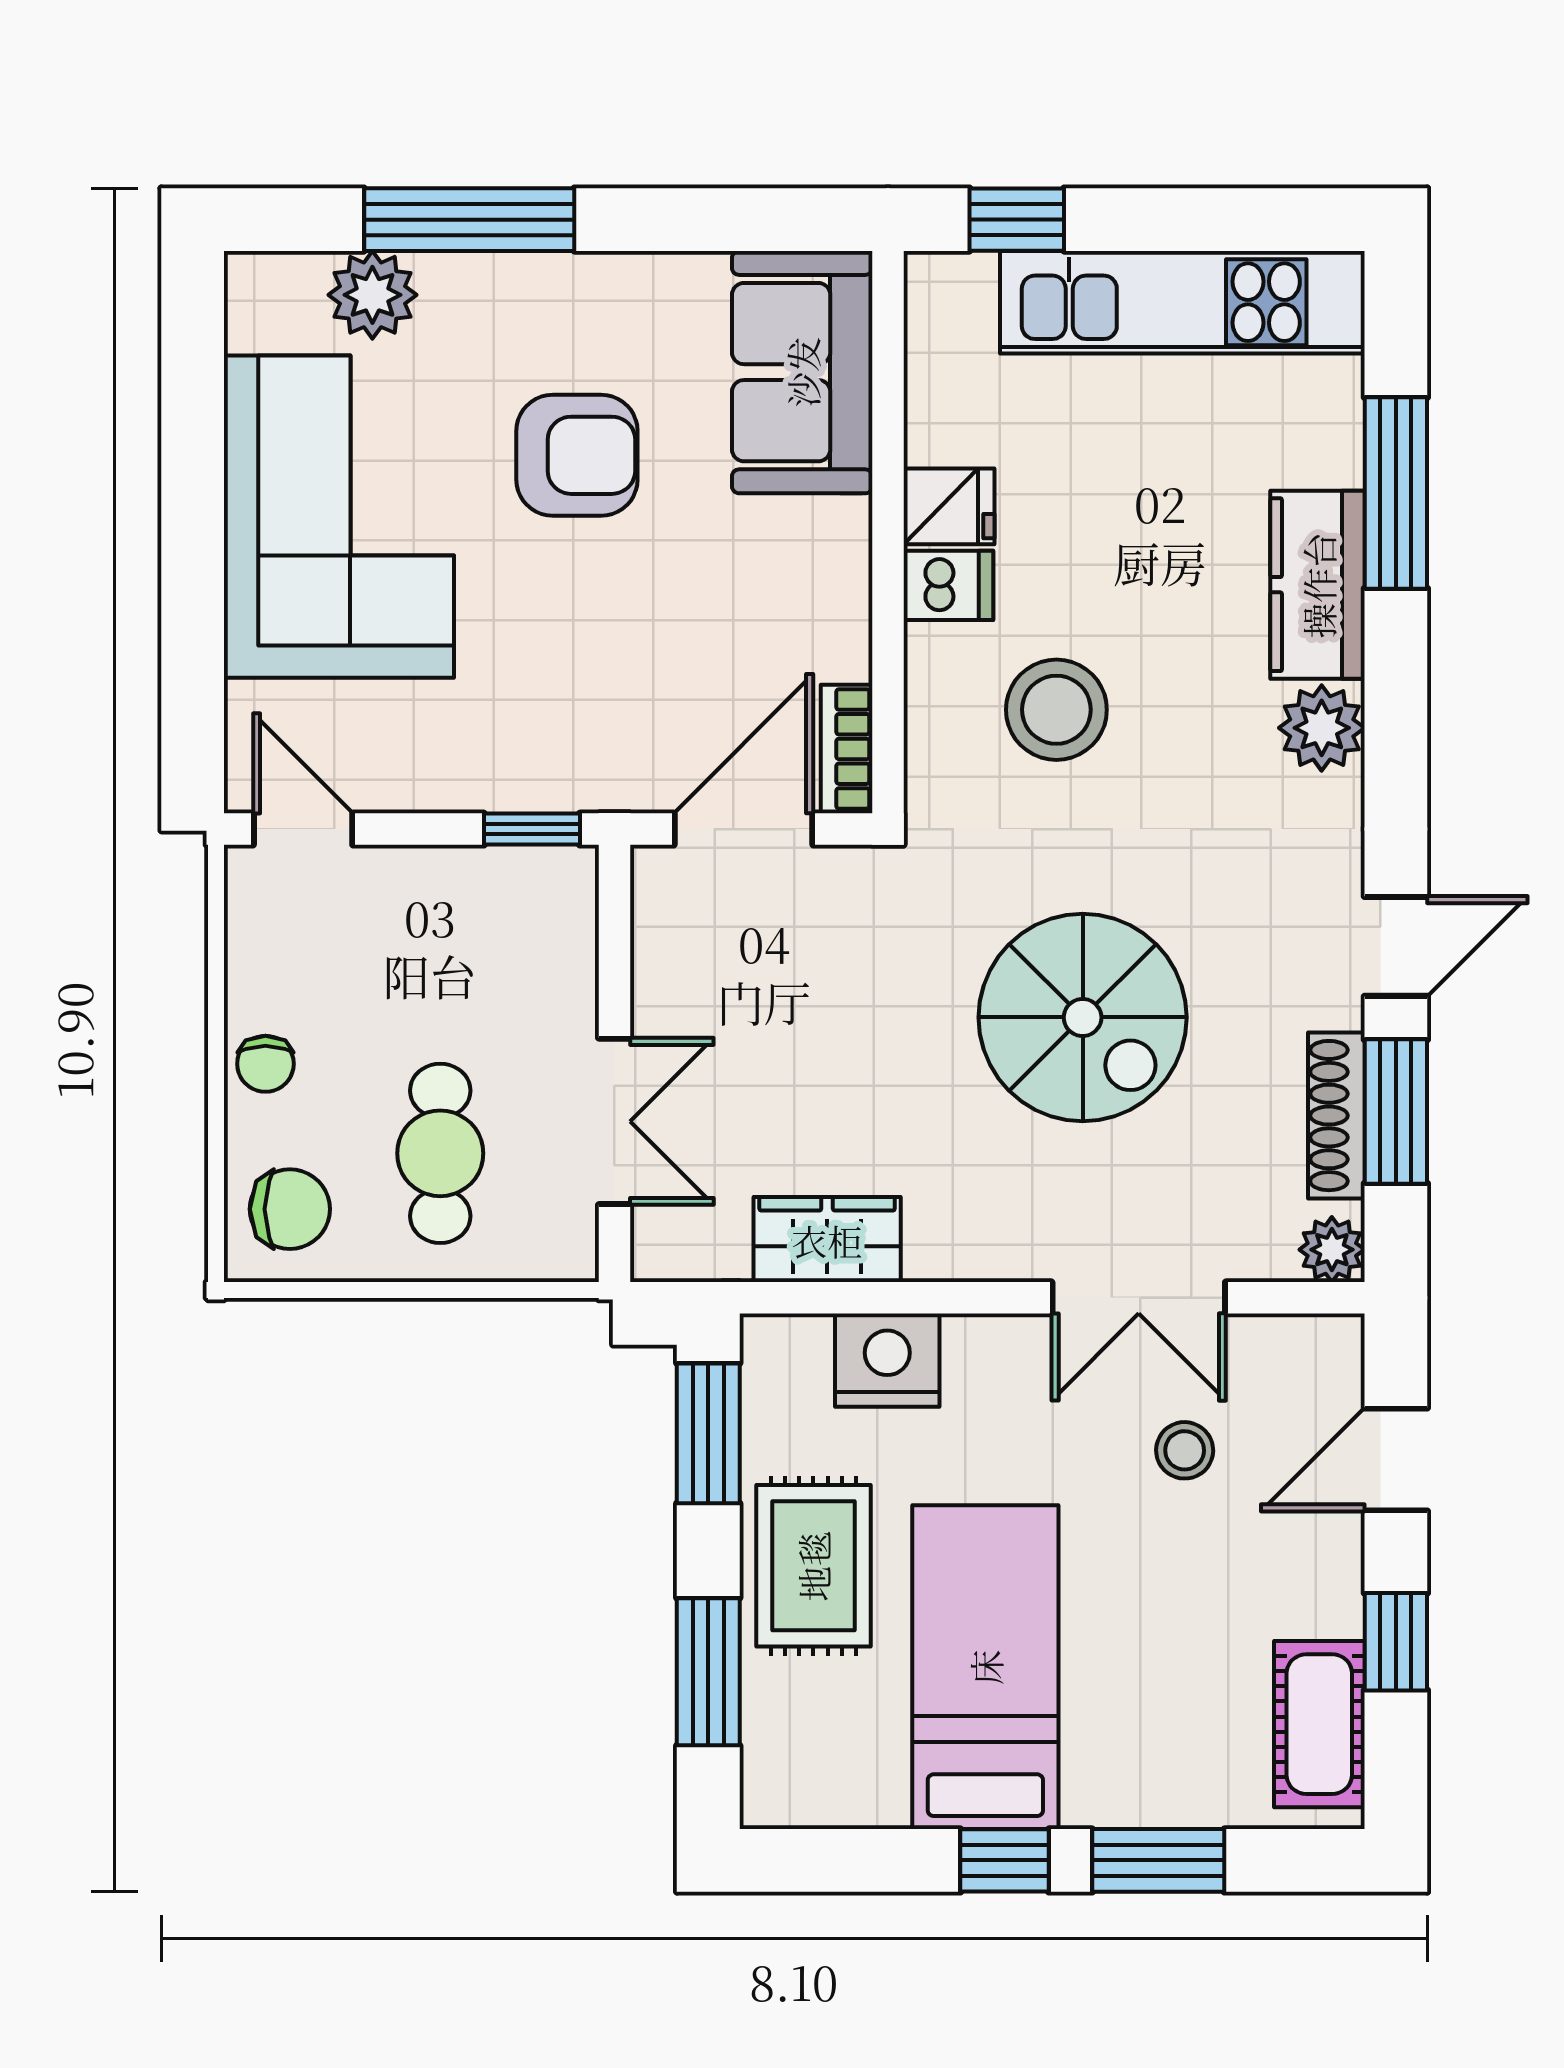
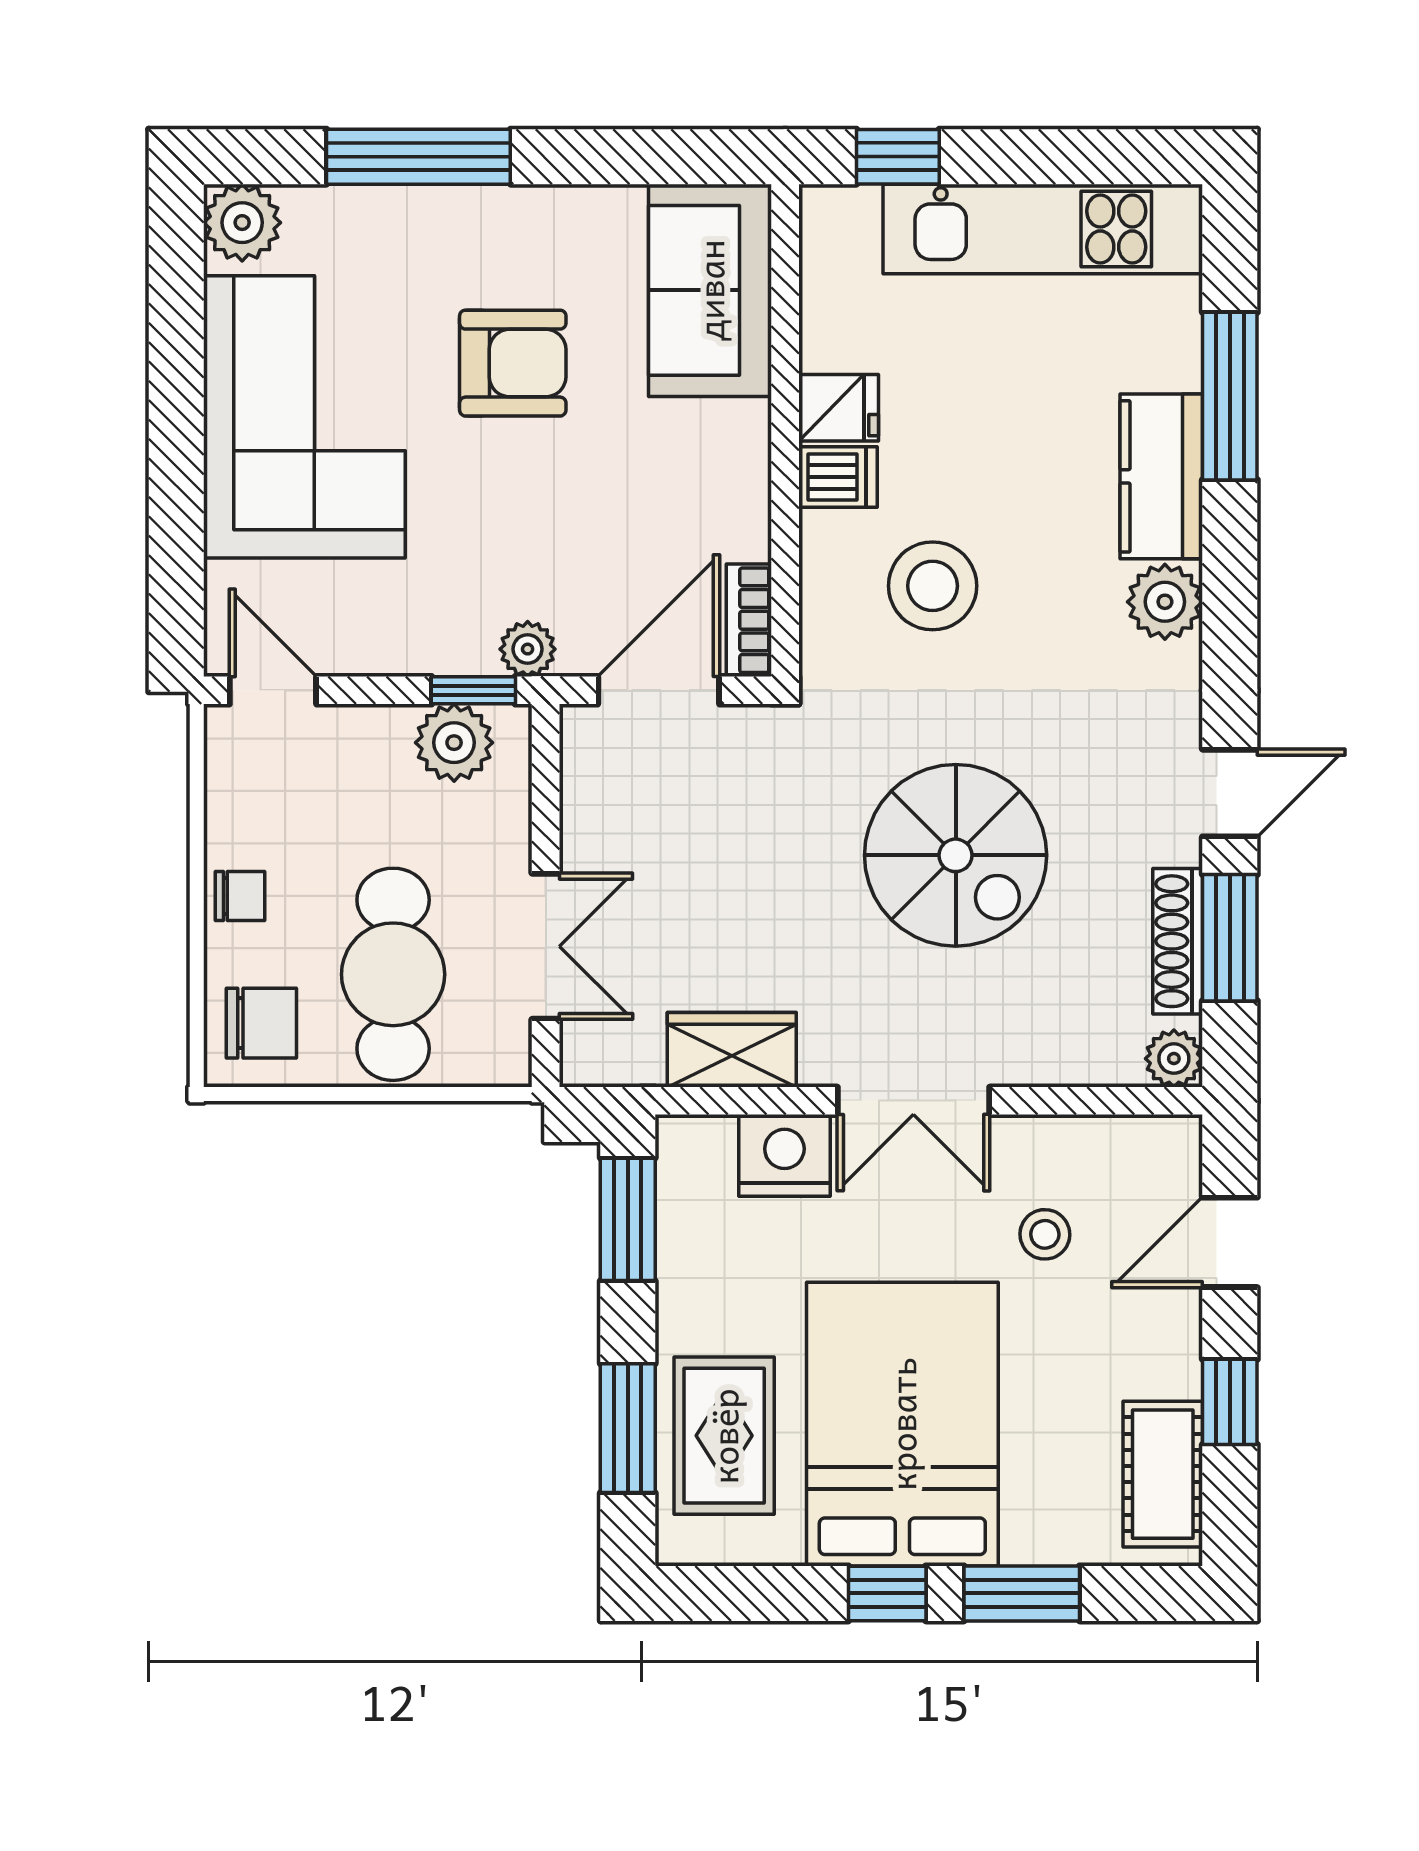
plant: (372, 295) -> (242, 223), moved
plant: (594, 782) -> (528, 649), added
plant: (510, 889) -> (454, 743), added
chair: (265, 1064) -> (240, 896), turned -90
cafe table: (440, 1153) -> (393, 974), width x1.37, depth x1.35
double door: (1139, 1298) -> (913, 1101), moved
rug: (813, 1566) -> (724, 1436), moved
bed: (985, 1667) -> (902, 1424), width x1.50

